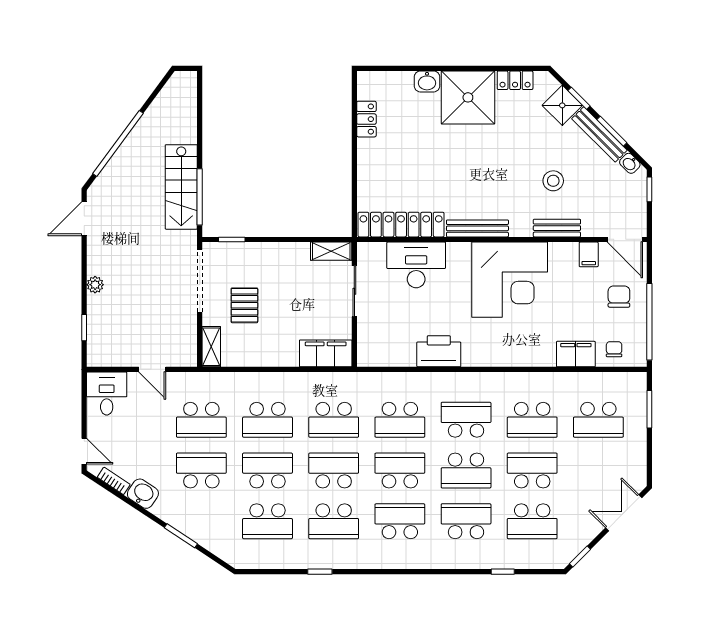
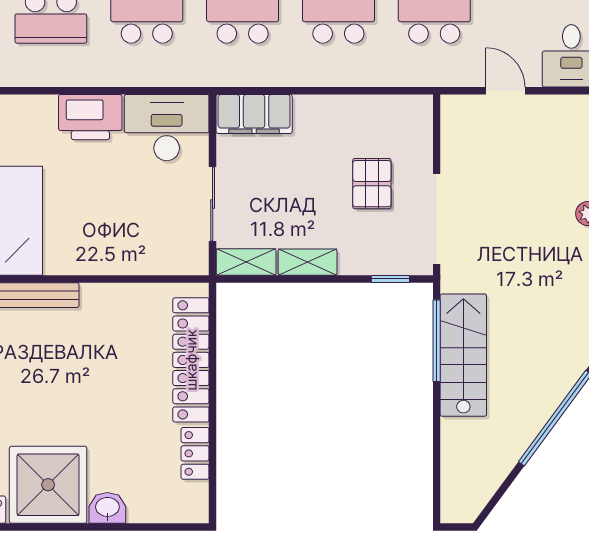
locker: (401, 225) -> (191, 360), moved, turned 90
desk: (416, 265) -> (167, 128), moved, turned 180
shelving: (211, 347) -> (308, 262), moved, turned 90

